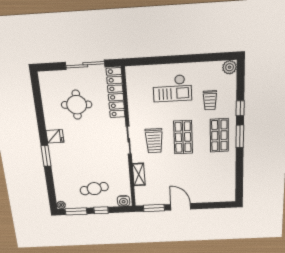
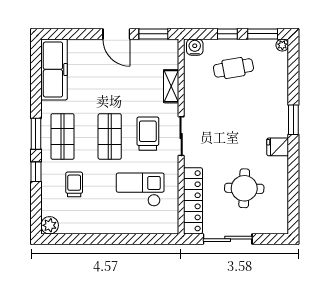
checkout: (172, 88) -> (140, 190), moved
freezer: (226, 181) -> (54, 69), added

